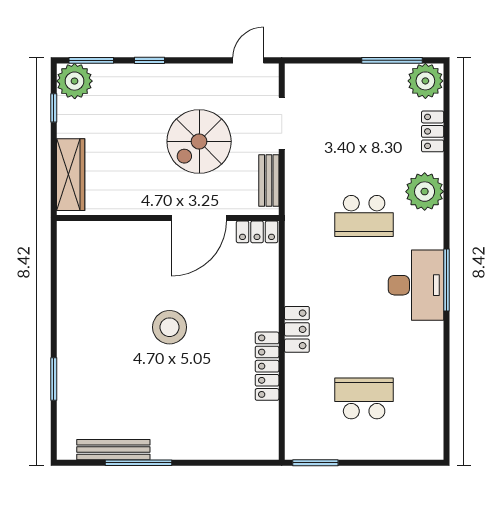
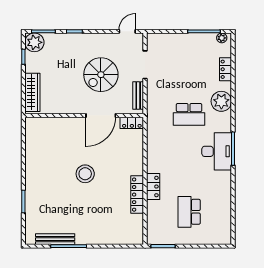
plant: (425, 81) -> (222, 38), width x0.53, depth x0.53
locker: (297, 329) -> (153, 187), moved
school desk: (364, 398) -> (189, 212), turned -90

